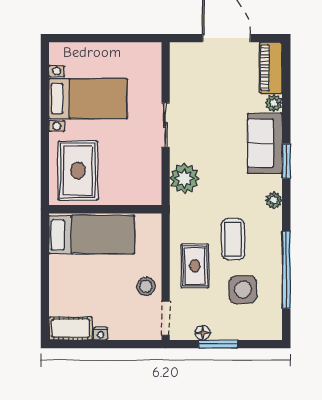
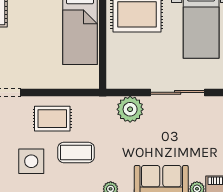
sliding door: (166, 125) -> (178, 92), width x1.37
stool: (146, 286) -> (34, 75), removed

